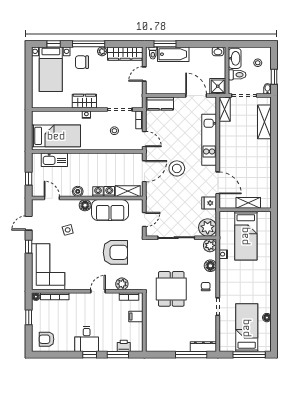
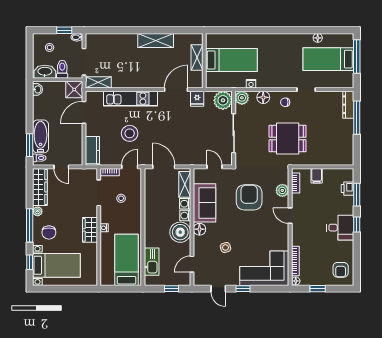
shelving: (264, 122) -> (156, 41), moved
stool: (177, 168) -> (130, 133), moved
boiler: (78, 191) -> (180, 232), width x1.86, depth x1.86

